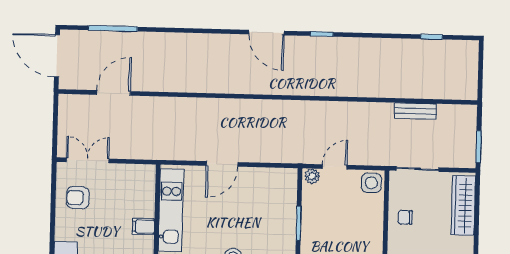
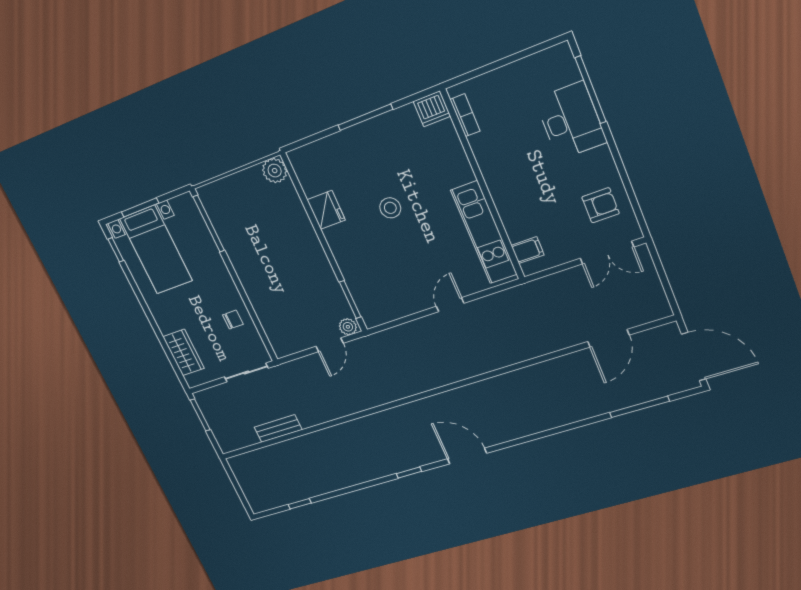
door: (222, 164) -> (450, 305), width x0.73
side table: (371, 183) -> (284, 342), removed
wardrobe: (463, 206) -> (184, 352), width x0.67
window: (299, 223) -> (350, 300), moved
filing cabinet: (143, 226) -> (528, 250), moved

